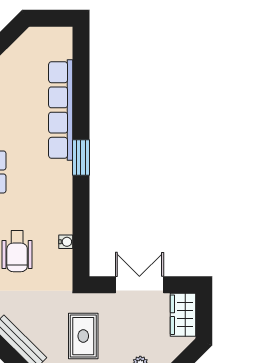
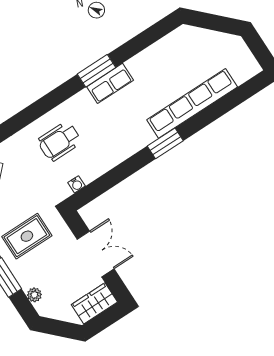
water cooler: (66, 242) -> (77, 184), moved

